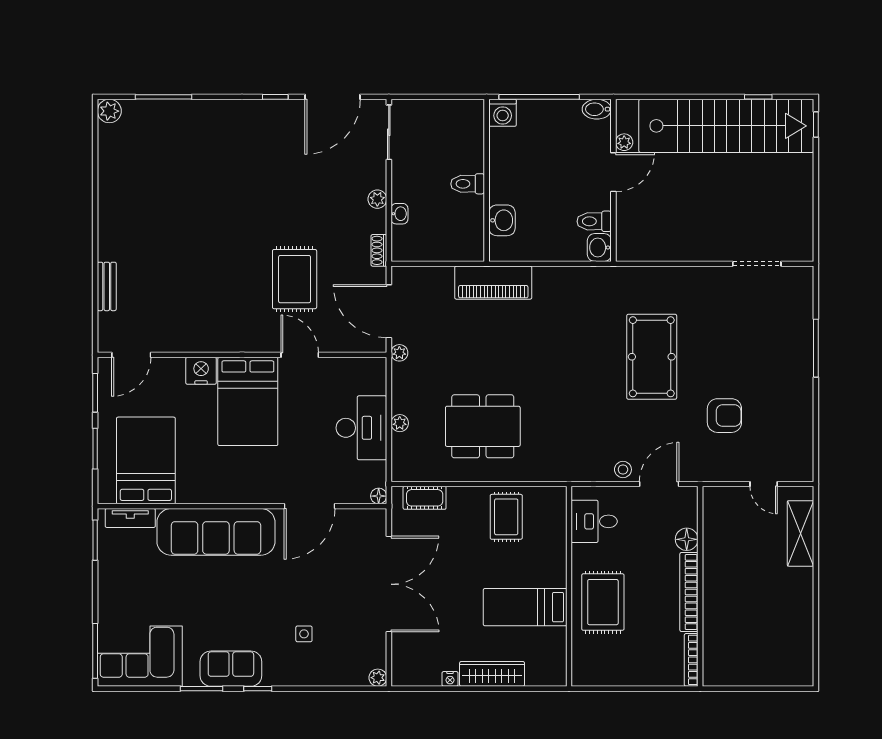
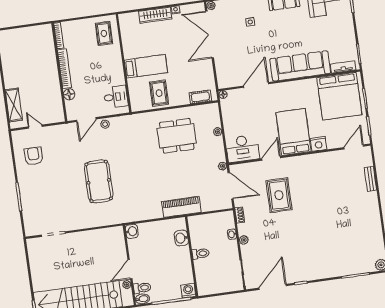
toilet: (594, 221) -> (142, 288), moved
door: (300, 355) -> (271, 158), swing flipped
armchair: (724, 416) -> (34, 156), moved, turned 90
desk: (361, 428) -> (243, 149), moved, turned -90
bed: (146, 460) -> (339, 96), width x1.36
double door: (389, 584) -> (210, 34), moved
rug: (603, 602) -> (104, 33), moved, width x0.73, depth x0.70
bed: (525, 607) -> (146, 66), moved

